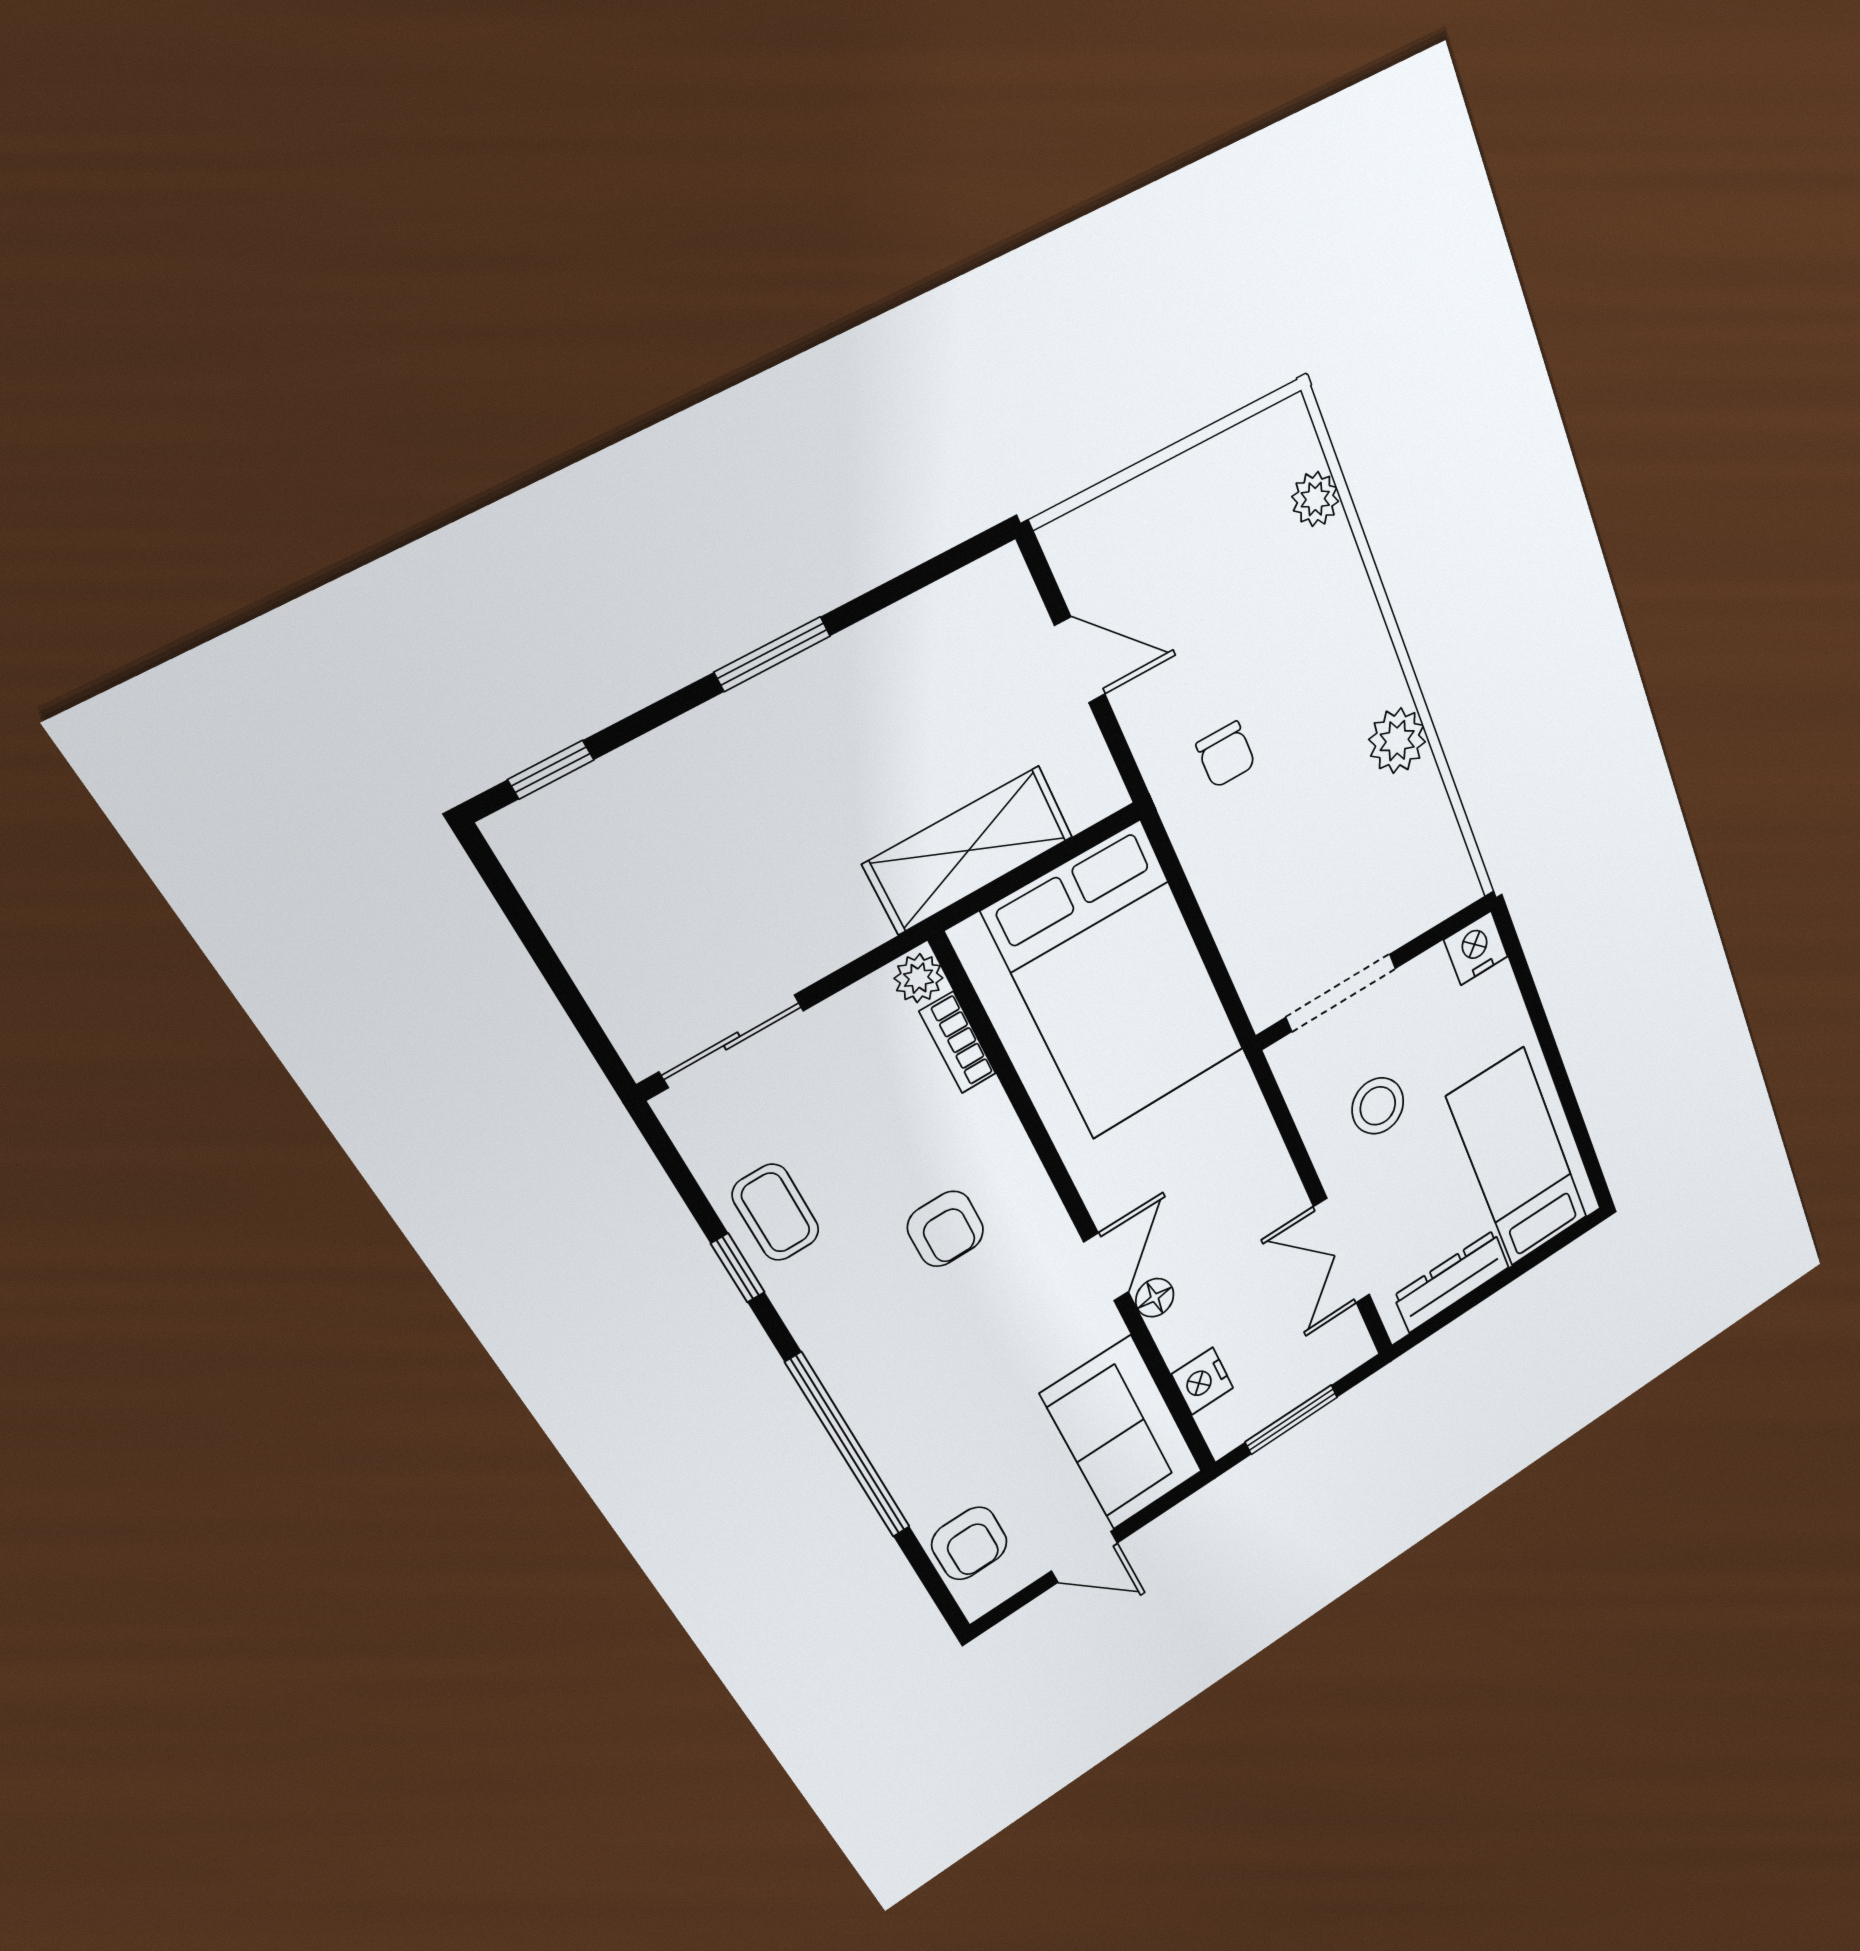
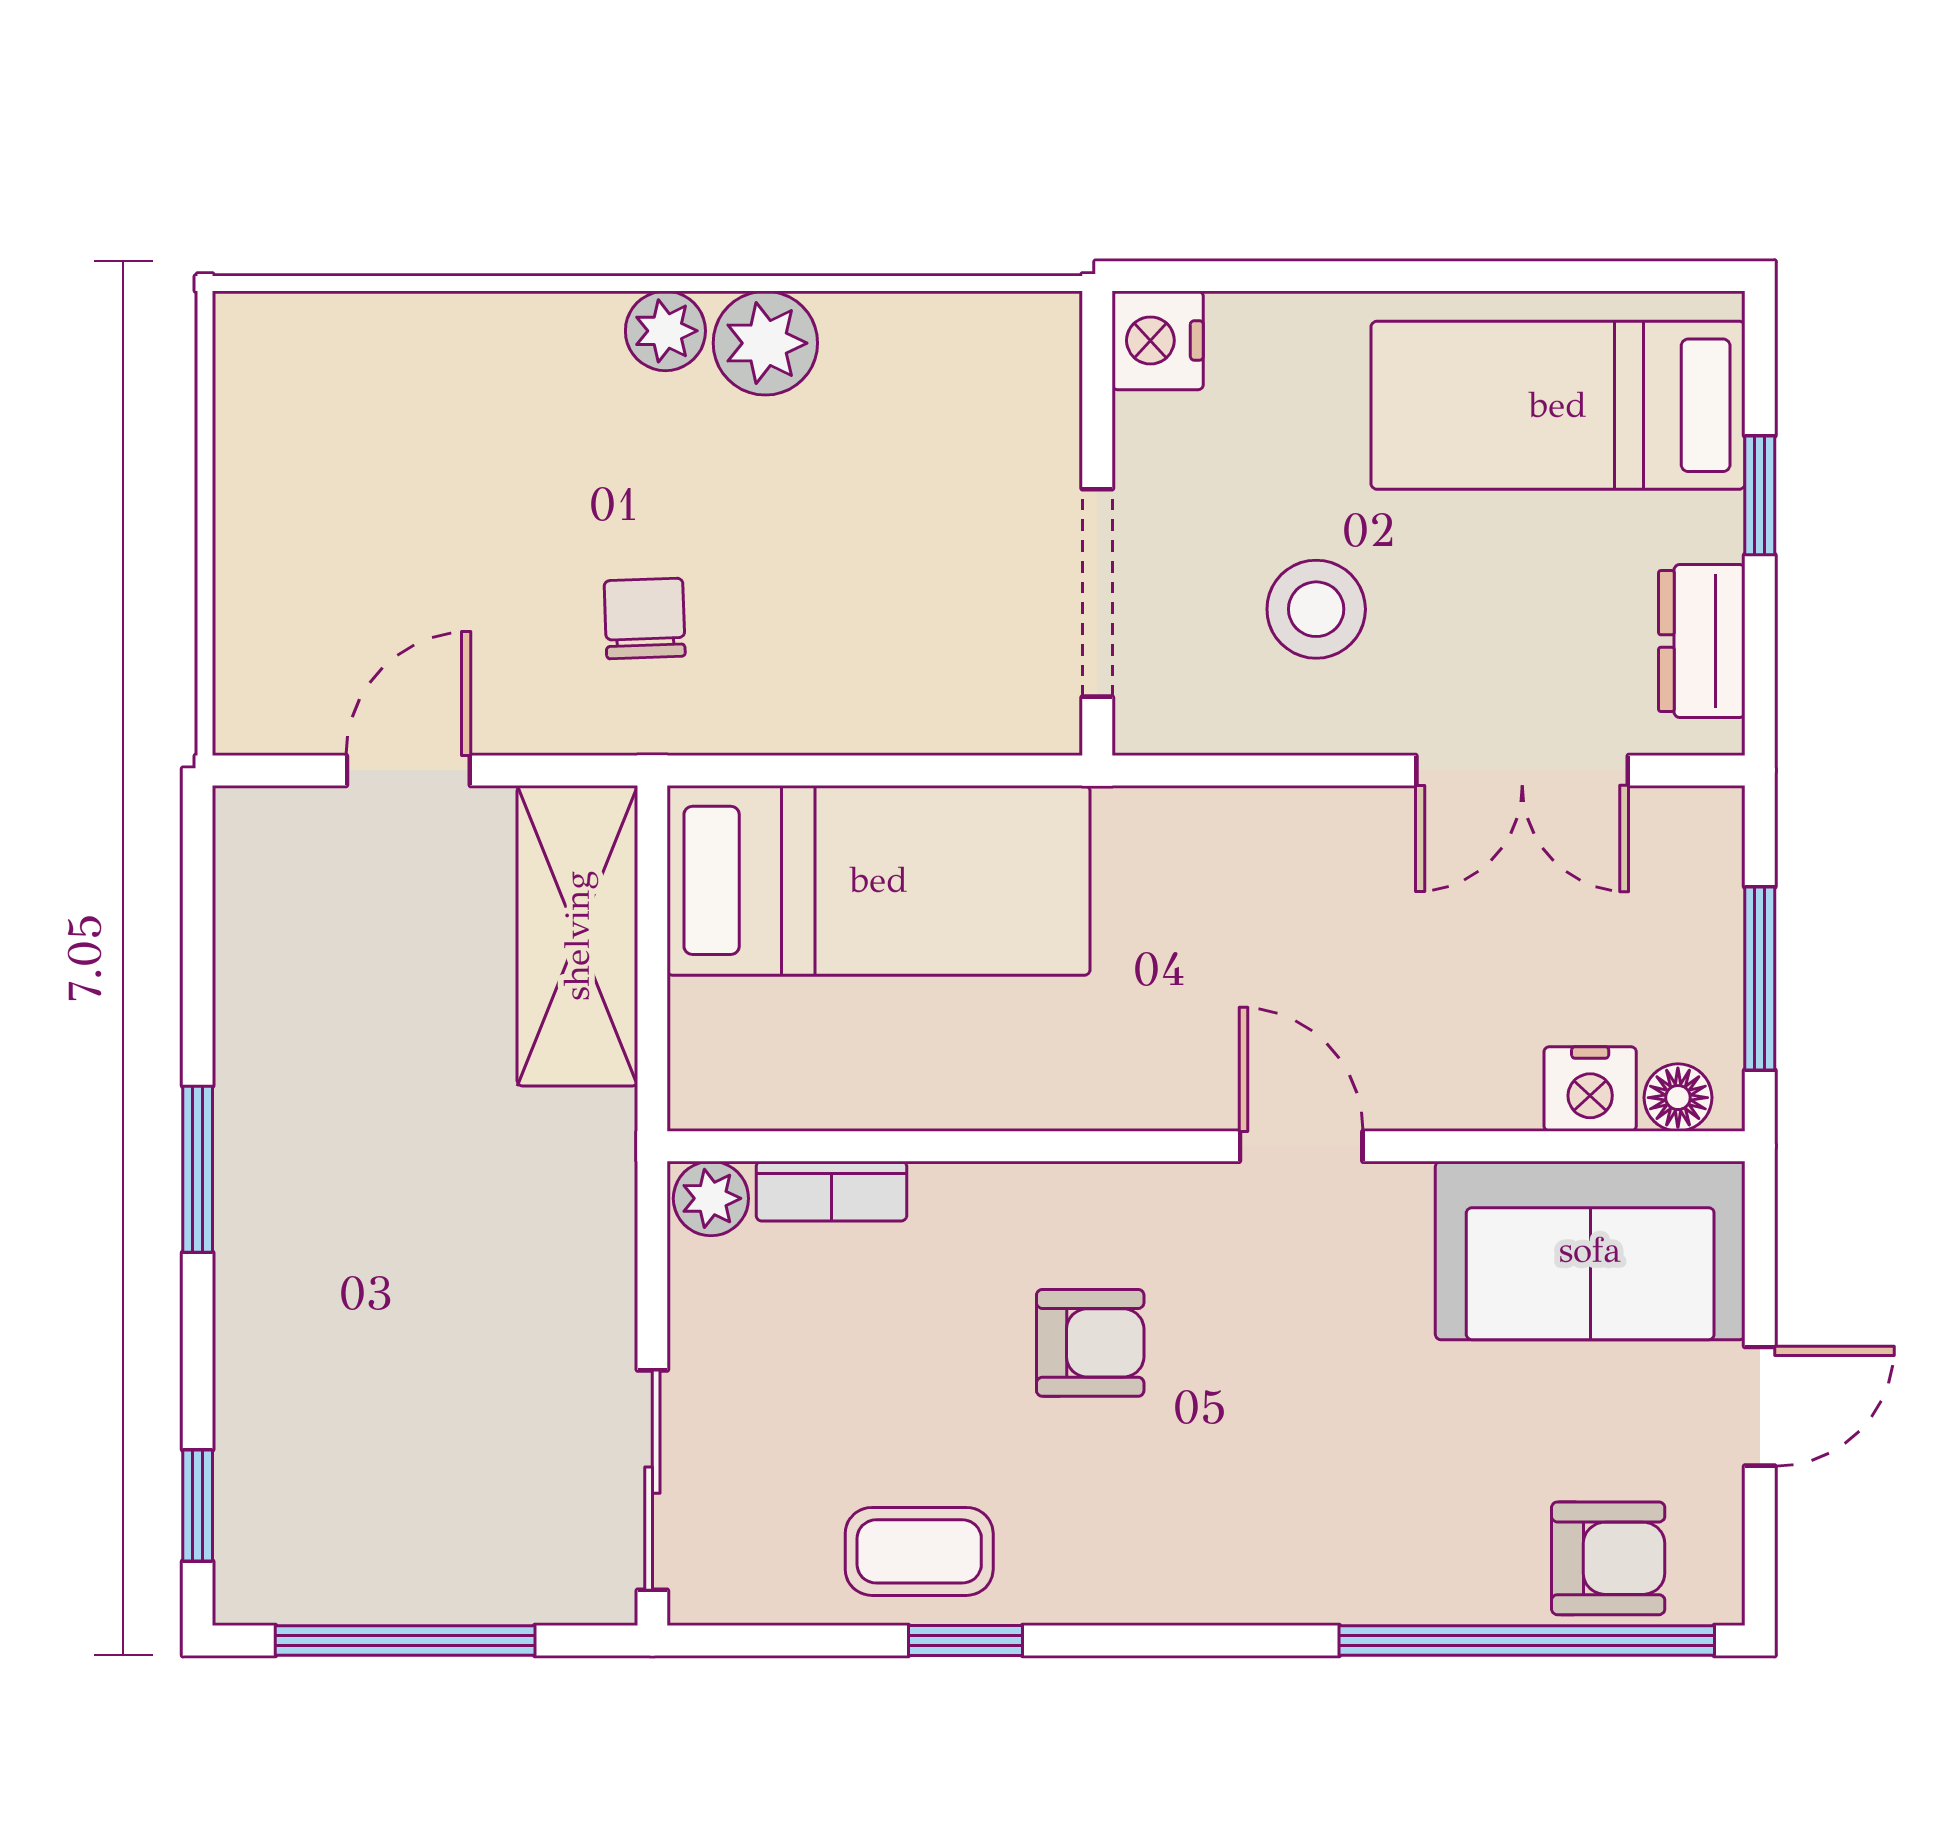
plant: (1315, 499) -> (665, 331), moved
chair: (1226, 755) -> (645, 618), turned -92
shelving: (969, 850) -> (577, 936), moved
window: (541, 951) -> (405, 1641), added
bed: (1116, 982) -> (879, 880), width x0.67
window: (1512, 1273) -> (1760, 495), added
dresser: (1452, 1281) -> (1702, 641), width x0.70
floor lamp: (1155, 1298) -> (1678, 1098), moved
window: (849, 1446) -> (1527, 1641), moved

